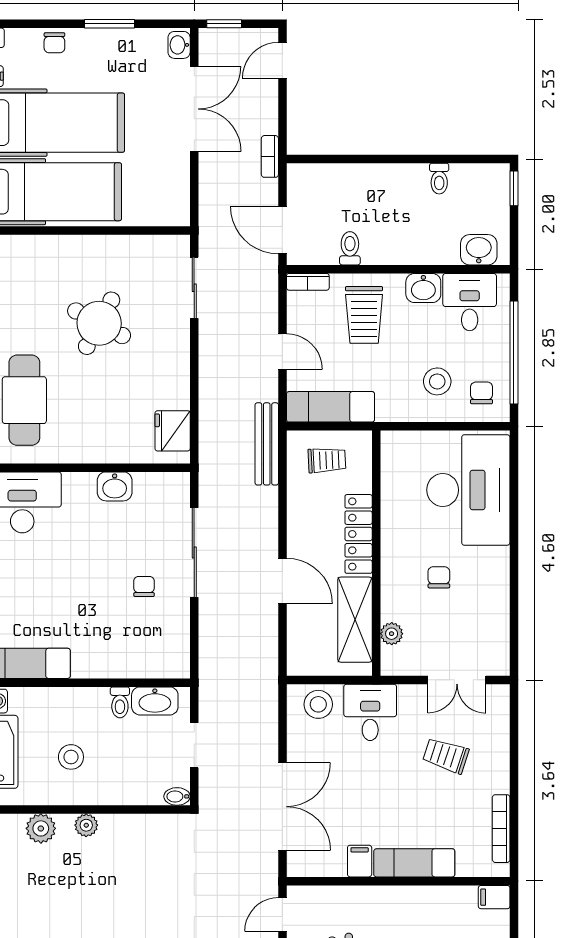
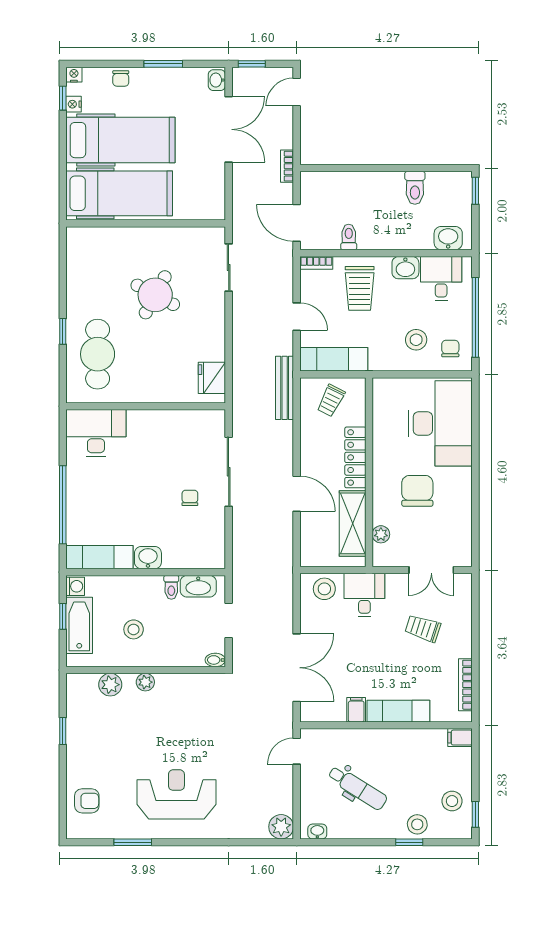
toilet: (439, 179) -> (415, 188), width x1.37, depth x1.39
trolley: (327, 460) -> (331, 401), turned 120
washbasin: (115, 486) -> (148, 558), moved, turned 180
chair: (439, 577) -> (417, 491), width x1.87, depth x1.87

